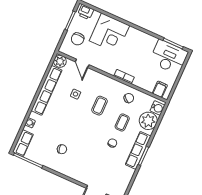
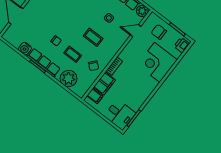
desk: (169, 57) -> (120, 114), width x0.73
filing cabinet: (145, 82) -> (104, 84), added
water cooler: (157, 108) -> (25, 48), moved

